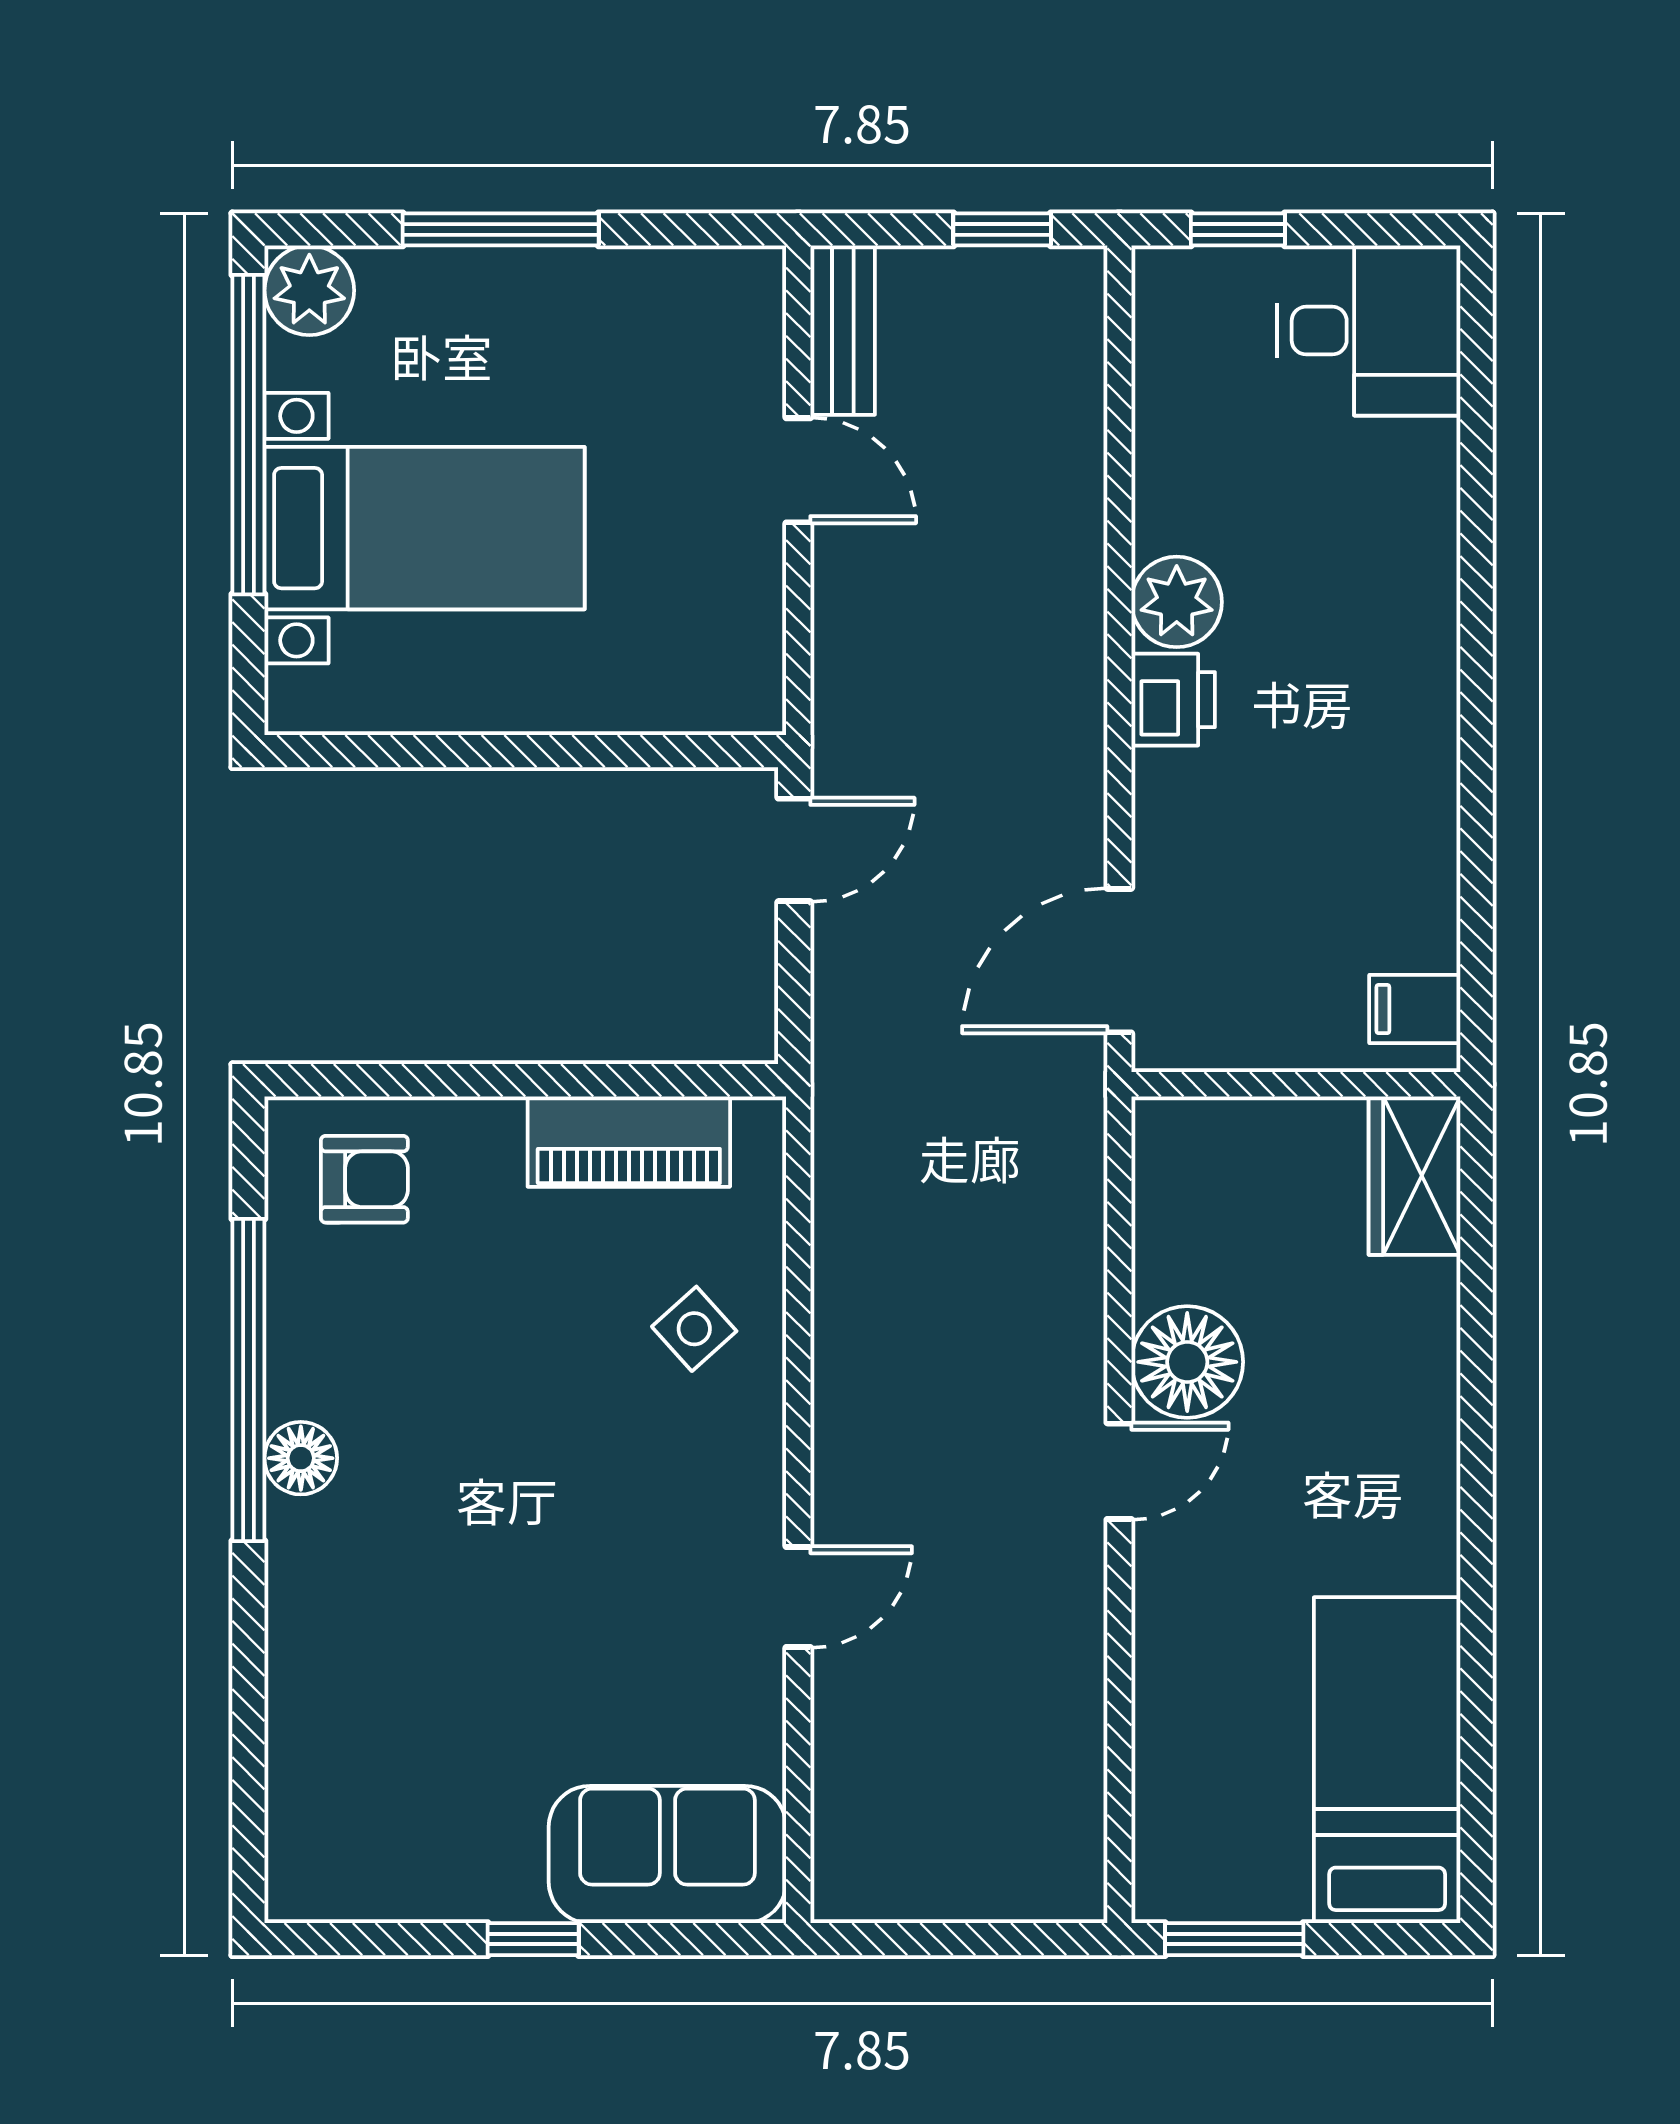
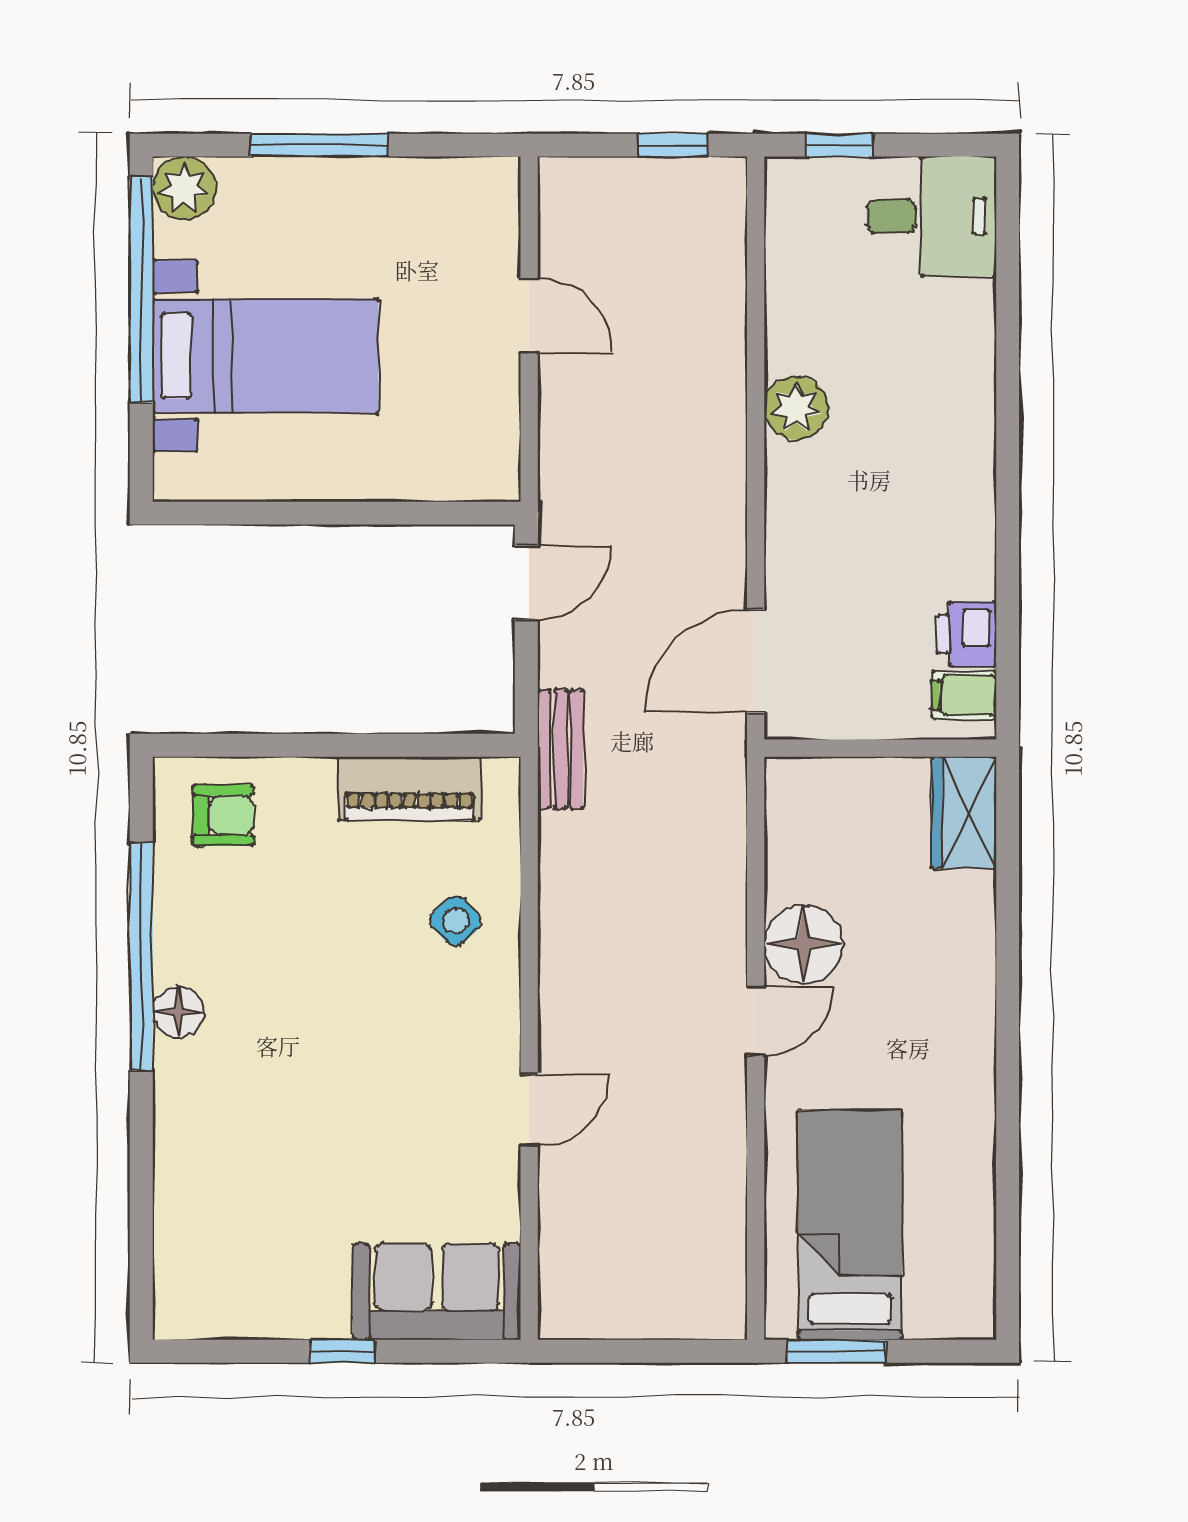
bench: (843, 330) -> (560, 749), moved
printer: (1173, 700) -> (967, 634), moved, turned 180
bed: (1387, 1760) -> (850, 1225), moved

